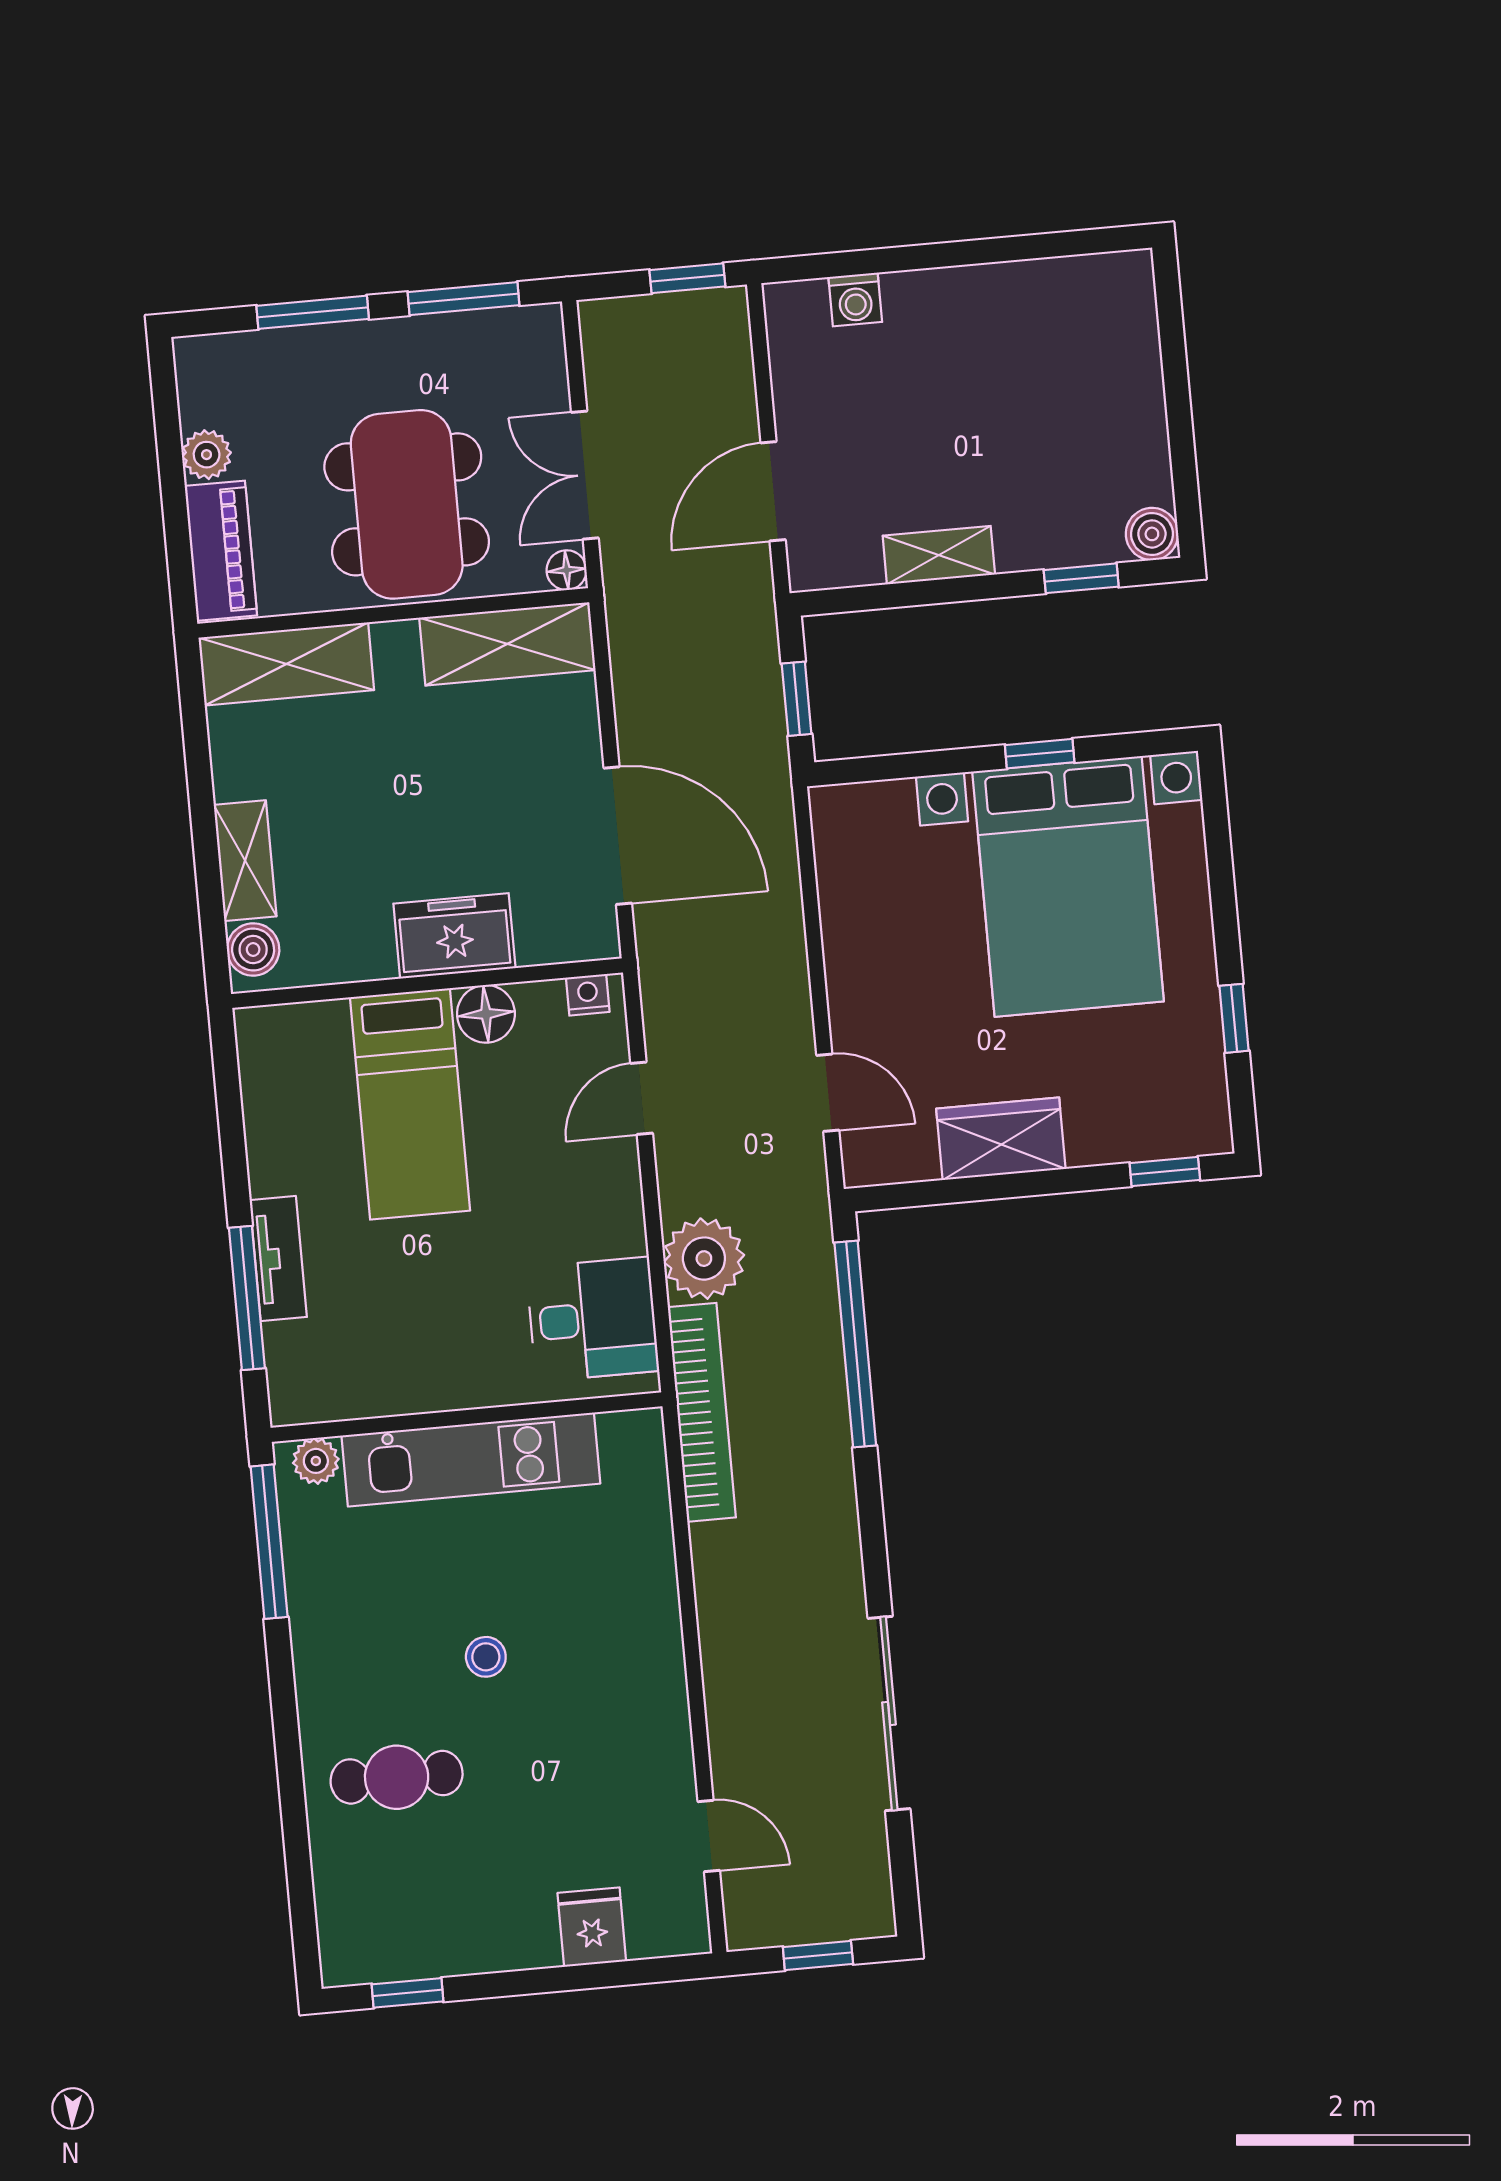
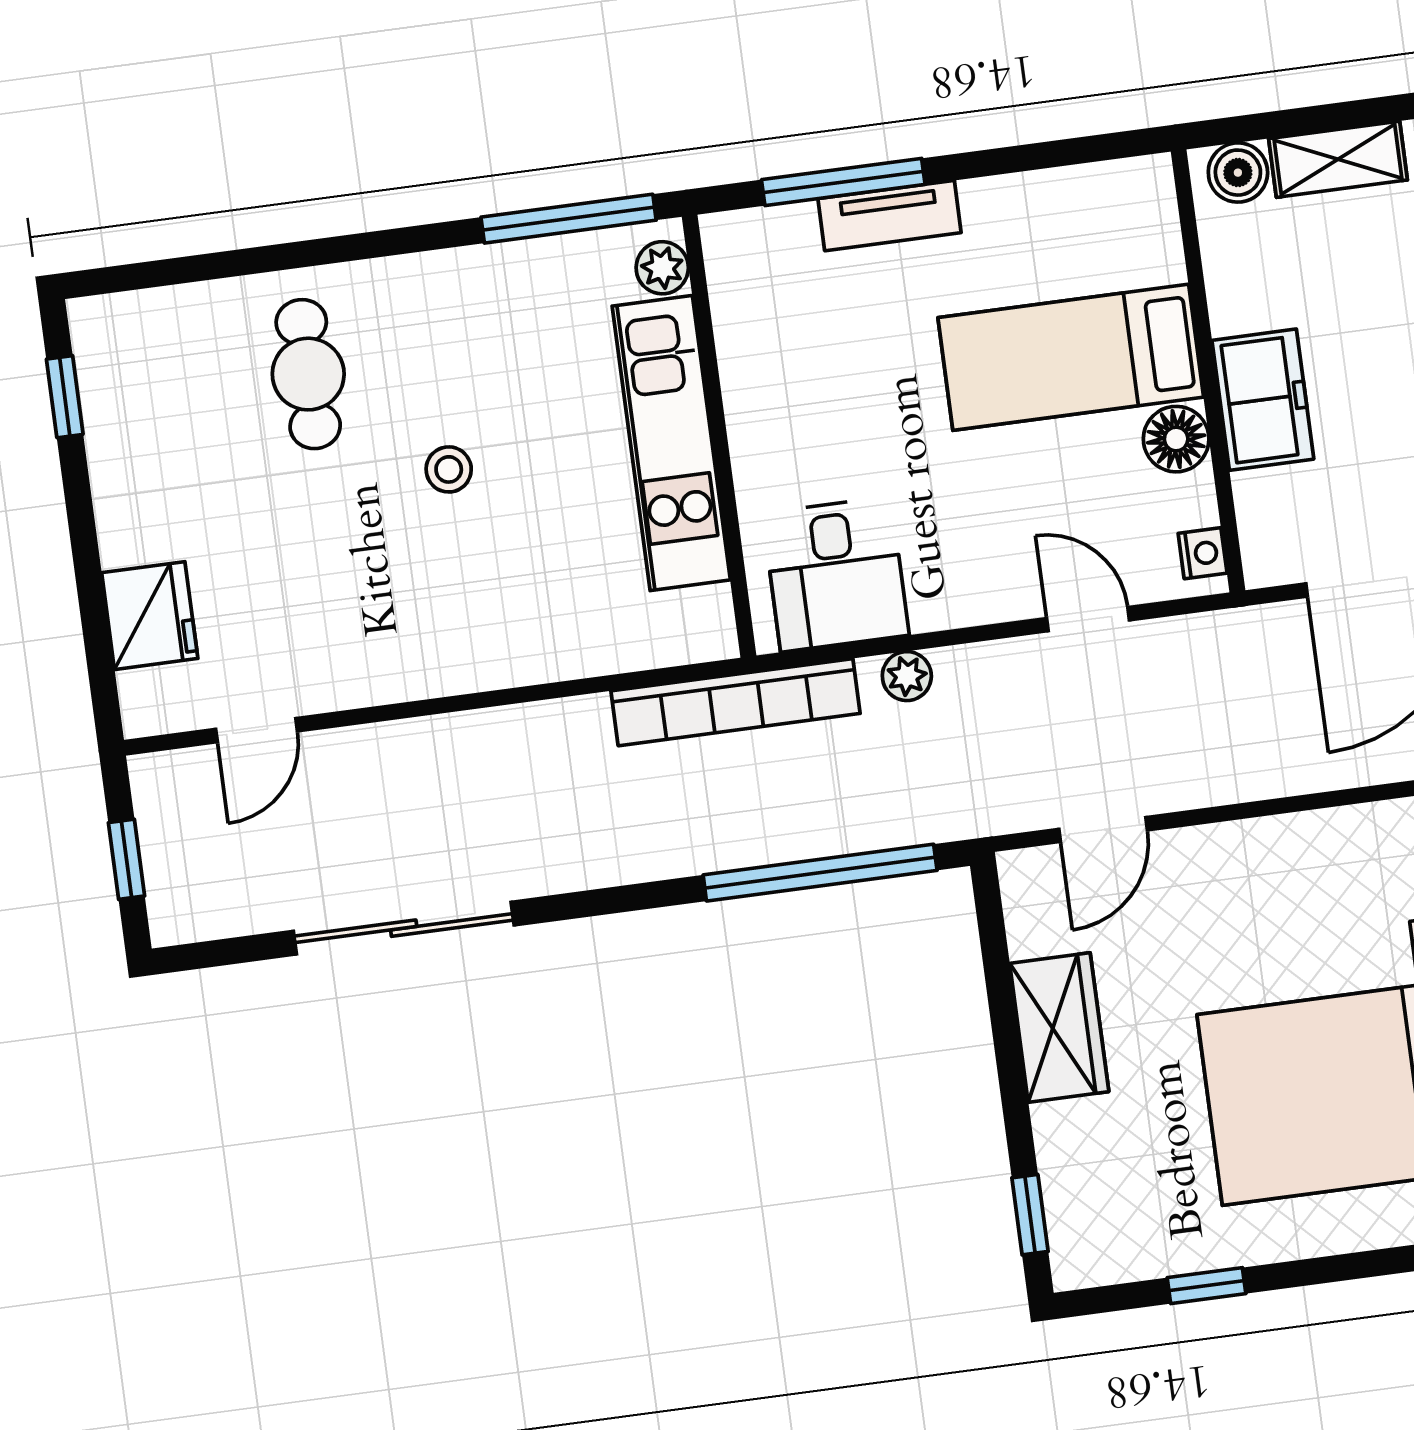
plant: (704, 1259) -> (907, 676), width x0.53, depth x0.53
fridge: (592, 1927) -> (150, 616), width x1.38

